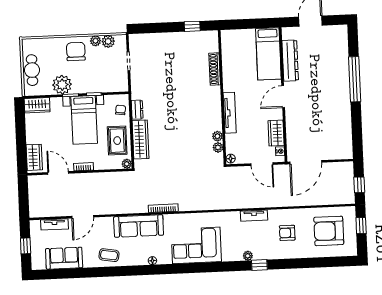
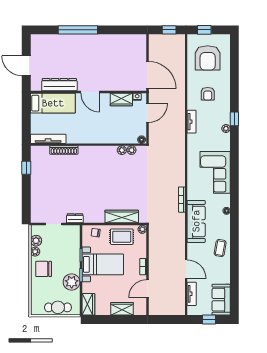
dresser: (137, 110) -> (75, 218), moved
tv unit: (230, 113) -> (48, 139), moved
wardrobe: (34, 157) -> (122, 309), moved
sofa: (64, 258) -> (221, 300), moved

